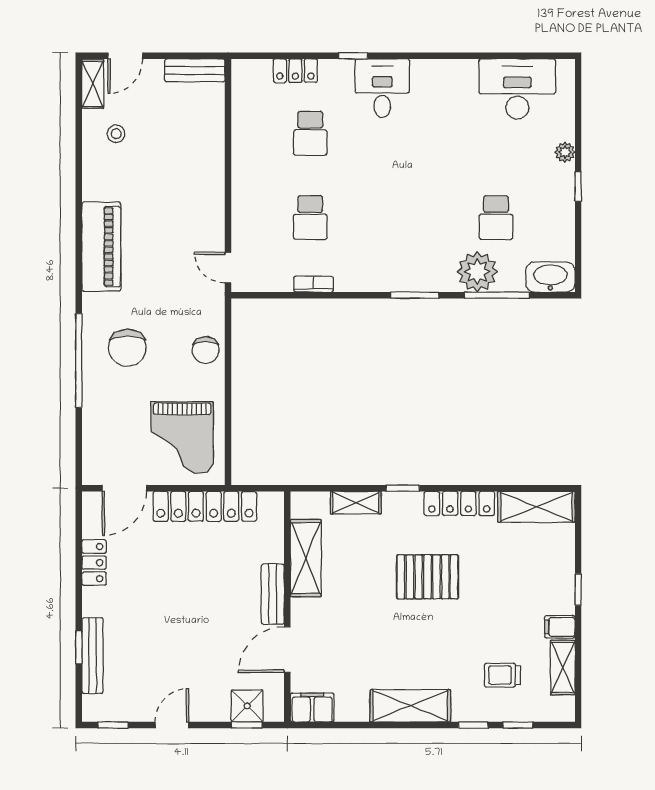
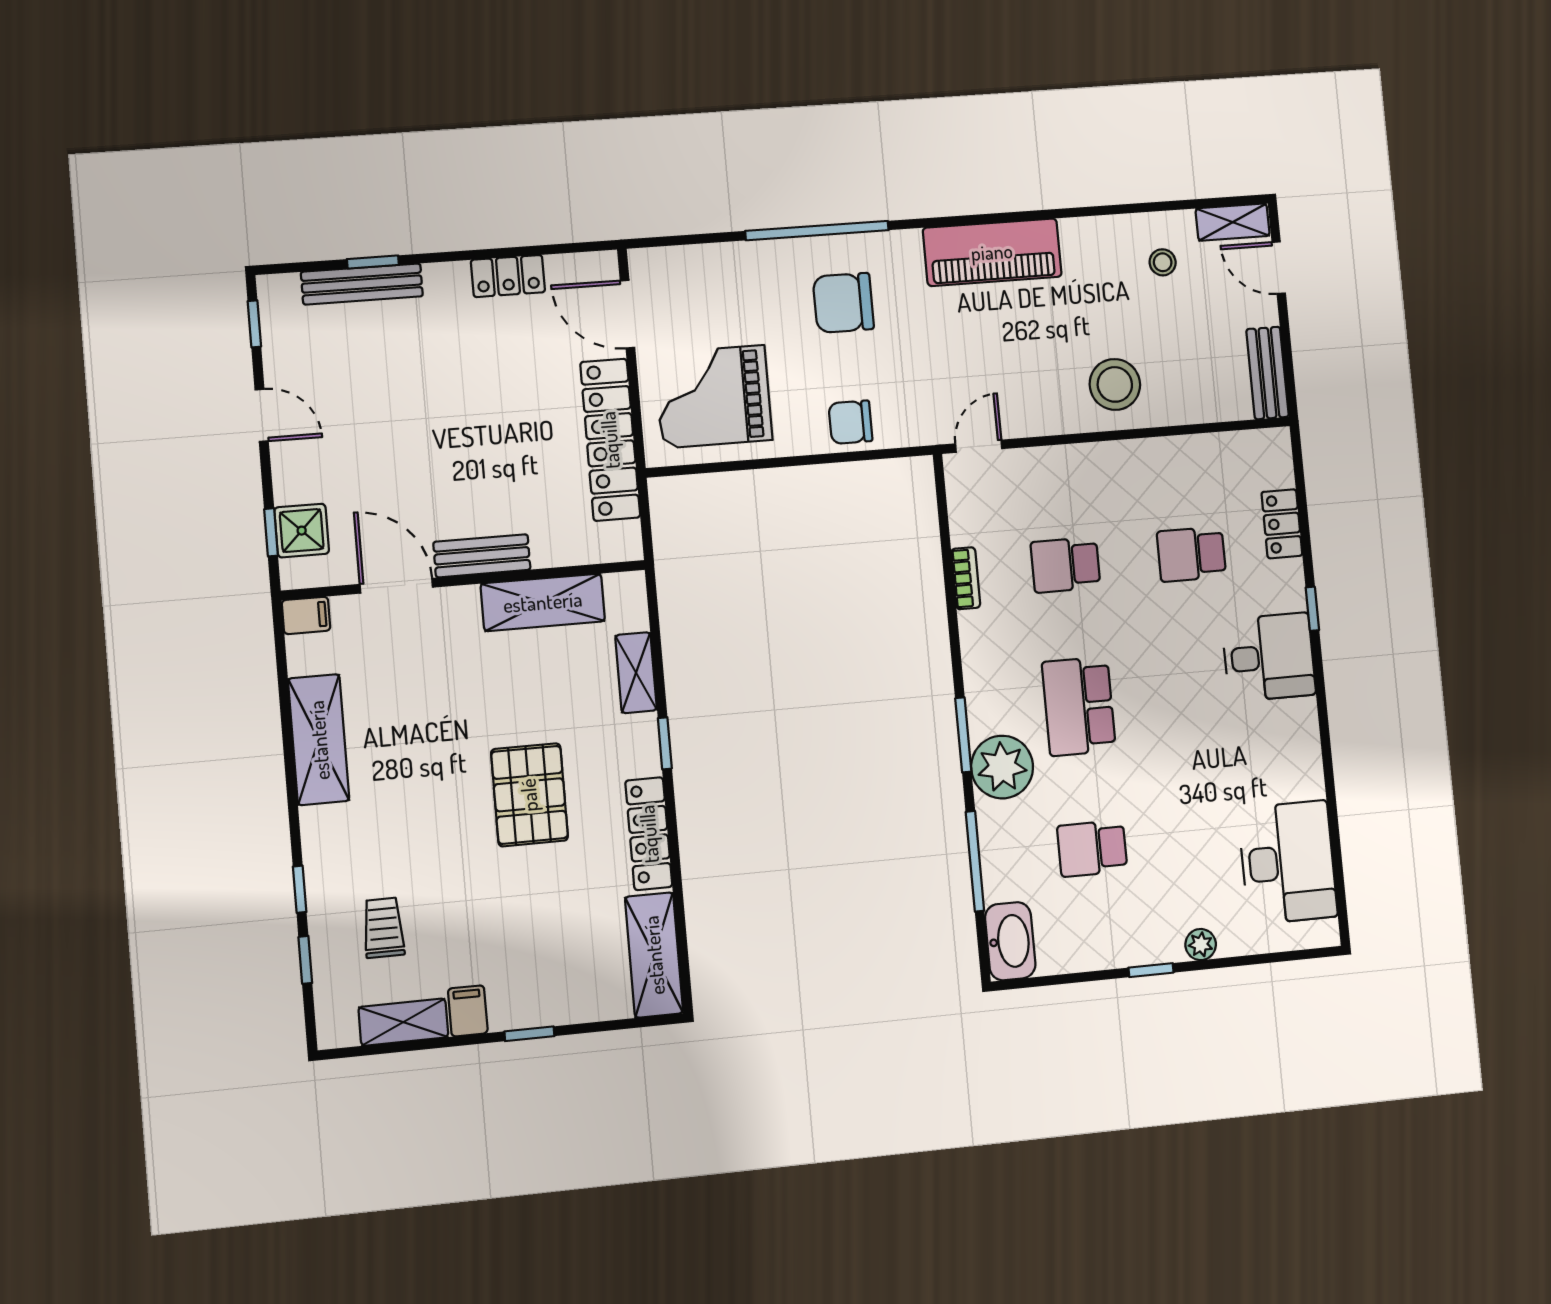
stool: (195, 174) -> (1115, 384), added
school desk: (403, 218) -> (1079, 706), added
plant: (477, 272) -> (1002, 767), moved
shelving: (410, 706) -> (319, 740), moved
filing cabinet: (312, 707) -> (306, 615), width x0.50

